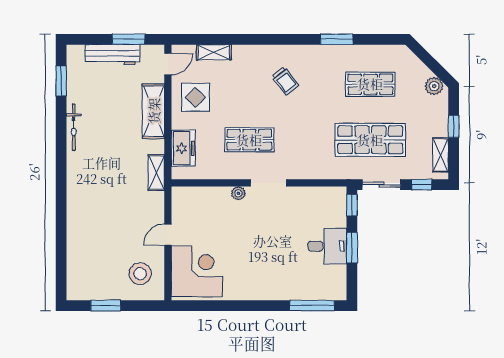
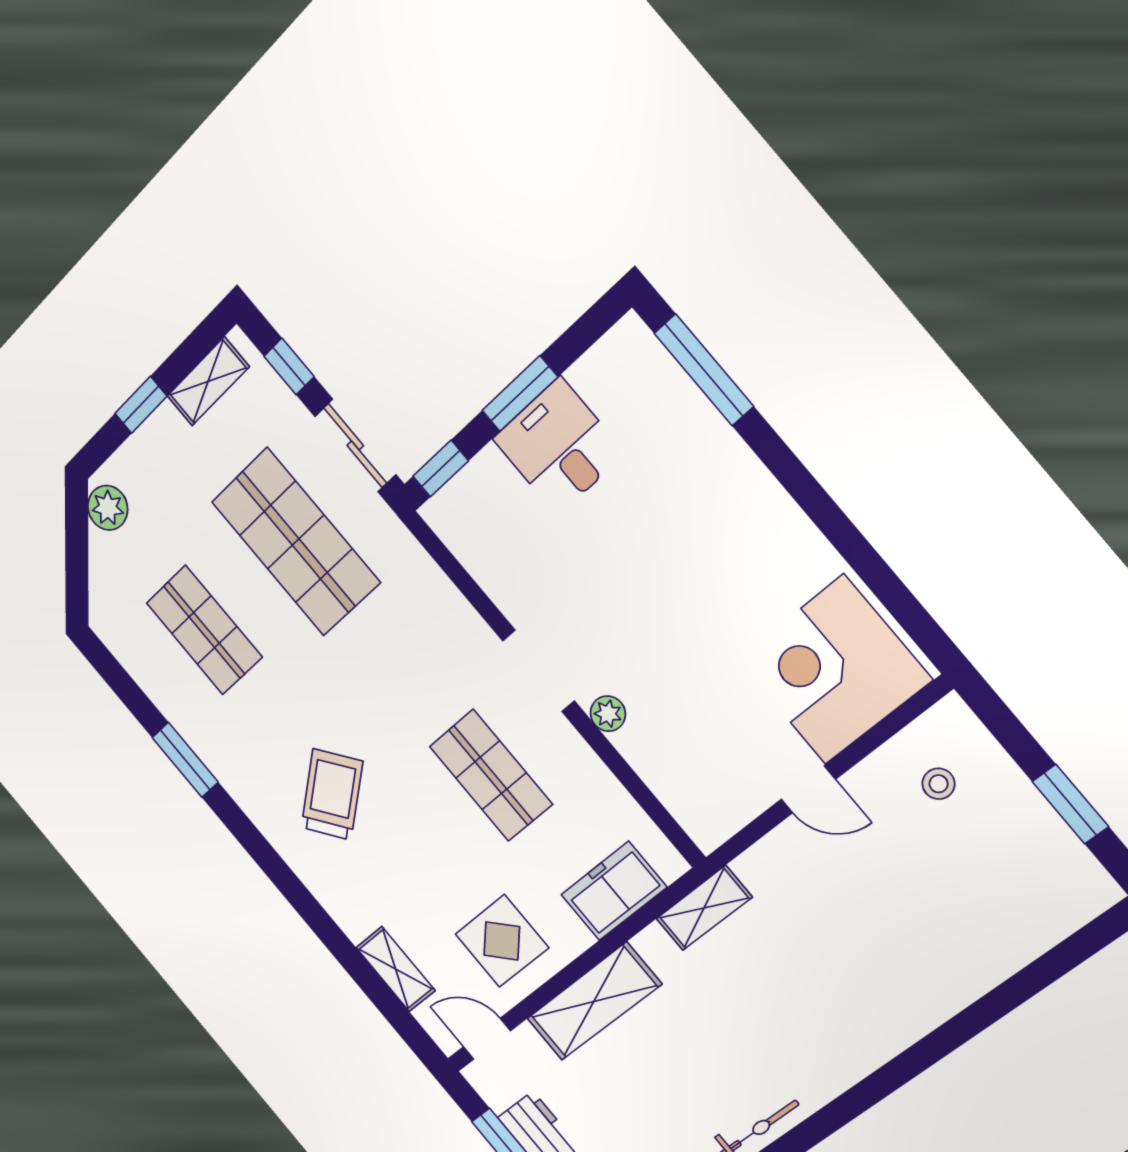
trolley: (285, 81) -> (332, 795), width x1.36, depth x1.39
stool: (140, 274) -> (939, 784), width x0.53, depth x0.53

